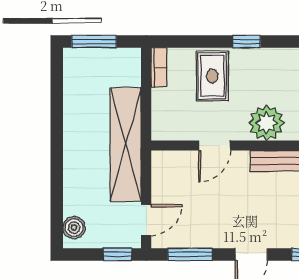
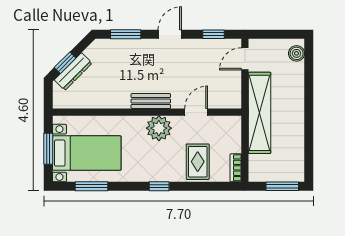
window: (247, 42) -> (159, 186), moved
window: (118, 254) -> (265, 34), removed
window: (190, 254) -> (213, 34), width x0.67

